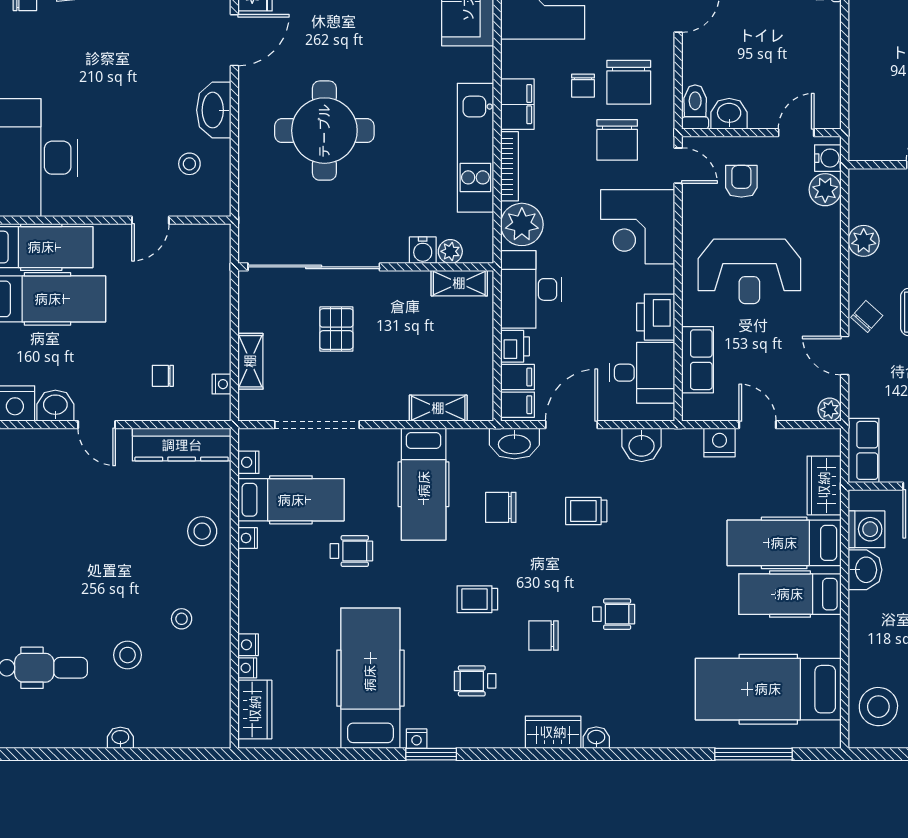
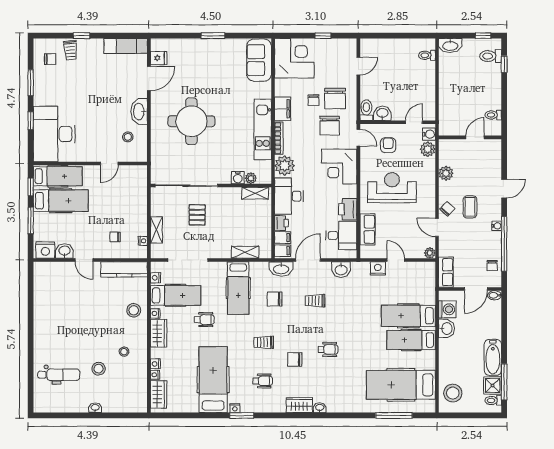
reception desk: (749, 271) -> (392, 188), turned 180
wardrobe: (824, 485) -> (159, 333), moved, turned 180
wheelchair: (475, 681) -> (263, 381), turned 180

